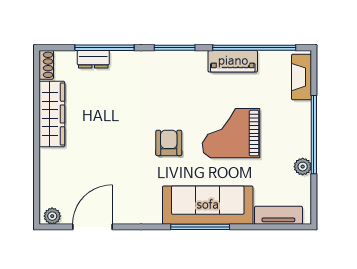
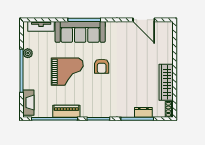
plant: (52, 216) -> (166, 26), removed
door: (92, 227) -> (144, 20), hinge flipped

